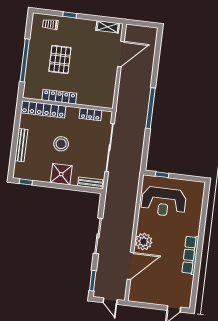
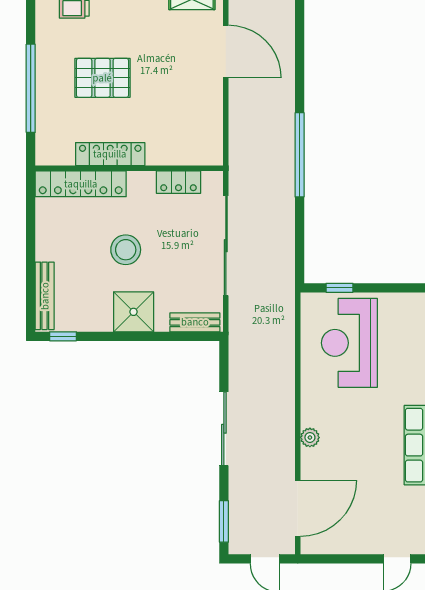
door: (121, 54) -> (226, 52), hinge flipped
pallet: (60, 60) -> (102, 78), turned 90
bench: (21, 145) -> (45, 296), moved
reception desk: (164, 202) -> (349, 343), turned 90
plant: (144, 242) -> (310, 437), width x0.53, depth x0.53
door: (131, 266) -> (298, 508), moved

